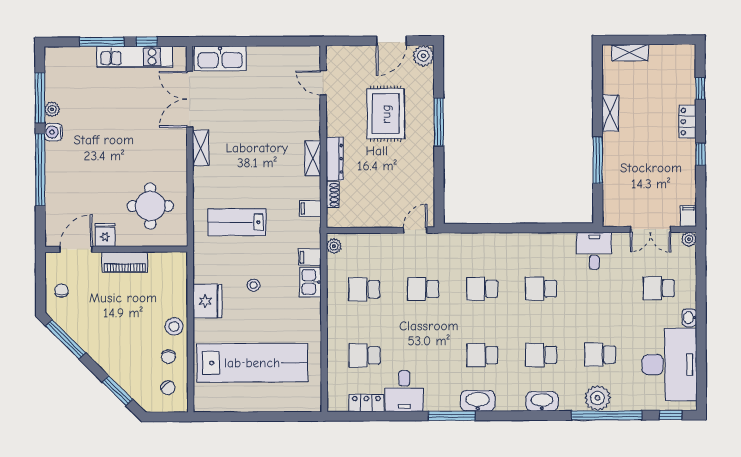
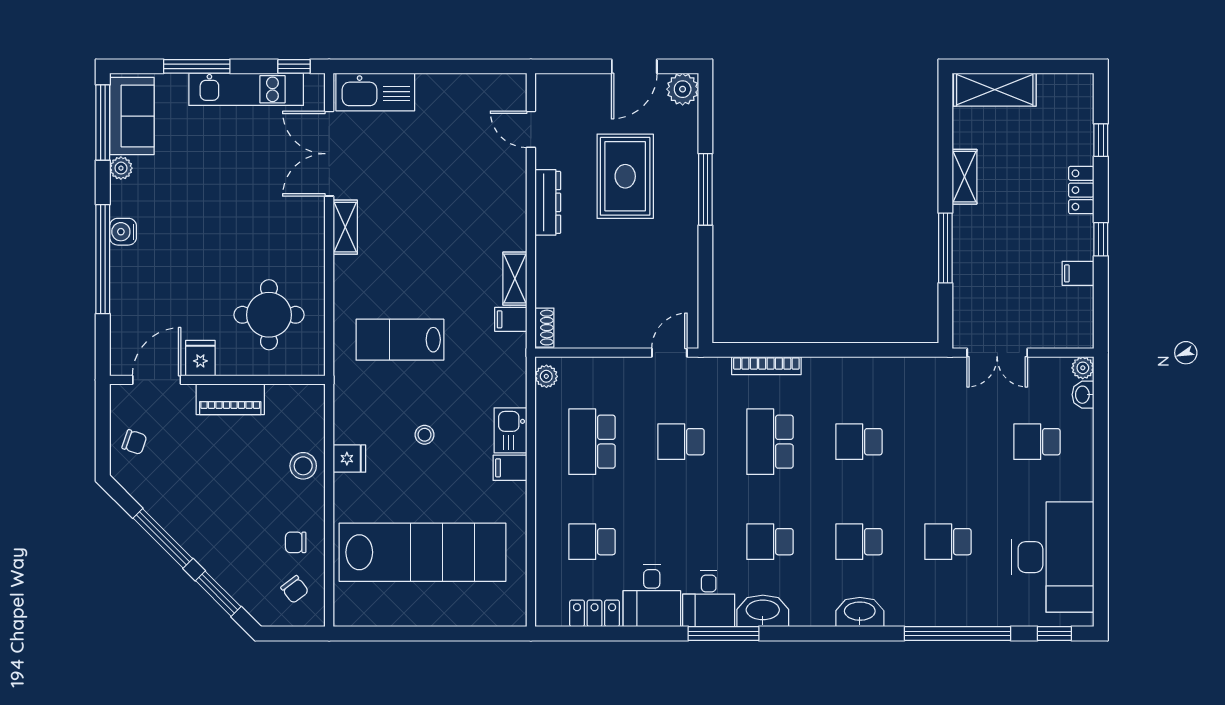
window: (147, 42) -> (294, 66), moved
shelving: (630, 53) -> (995, 90), width x1.50, depth x1.33
sofa: (59, 75) -> (132, 116), added
window: (40, 98) -> (103, 123), moved
water cooler: (53, 132) -> (123, 232), moved
shelving: (313, 158) -> (515, 279), moved
dresser: (335, 159) -> (548, 202), moved
shoe rack: (333, 195) -> (544, 328), moved
filing cabinet: (688, 216) -> (1078, 273), moved, turned -90
double door: (650, 229) -> (997, 353), moved
bookcase: (480, 239) -> (766, 366), added
desk: (594, 251) -> (709, 599), moved, turned 180
filing cabinet: (310, 257) -> (510, 468), moved
school desk: (364, 289) -> (592, 442), width x1.85
school desk: (482, 289) -> (770, 442), width x1.85
chair: (61, 291) -> (134, 442), turned 109
fridge: (207, 301) -> (349, 459), width x0.53, depth x0.75
washbasin: (689, 318) -> (1083, 395), moved
stool: (174, 326) -> (303, 466), moved
window: (66, 339) -> (163, 538), moved
chair: (168, 357) -> (296, 542), turned 90
plant: (597, 398) -> (944, 607), removed

